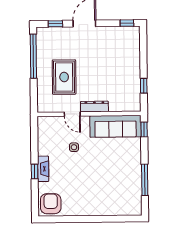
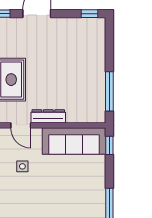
window: (144, 86) -> (109, 91), width x2.17

